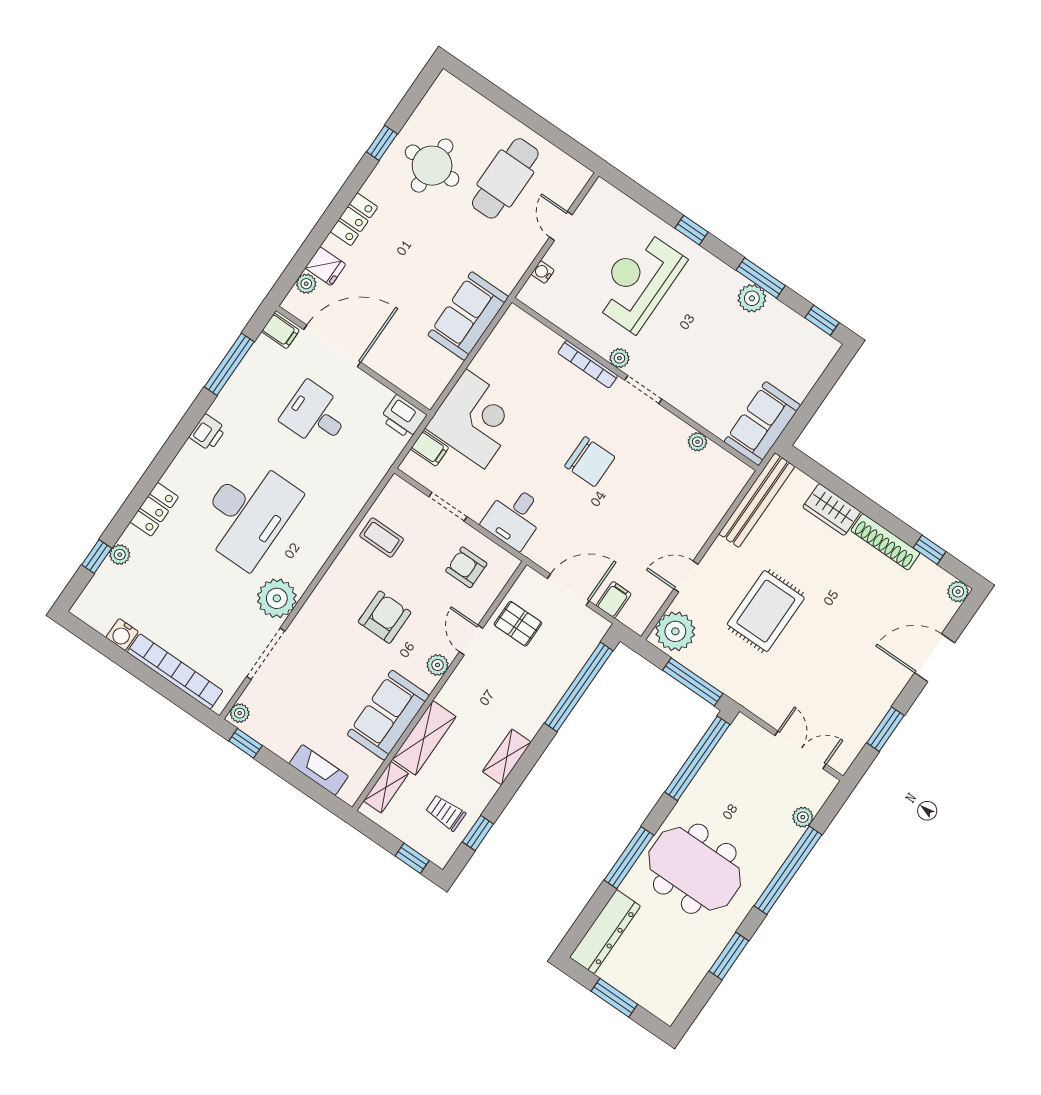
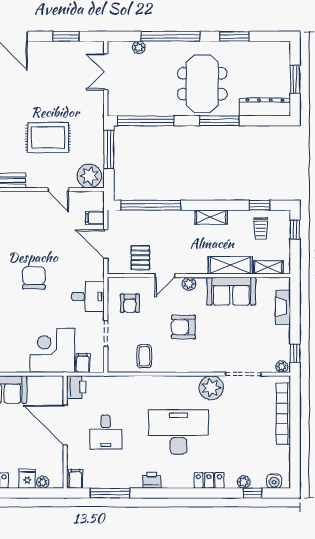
door: (332, 346) -> (65, 425), moved
water cooler: (122, 634) -> (274, 481), moved, turned 90

